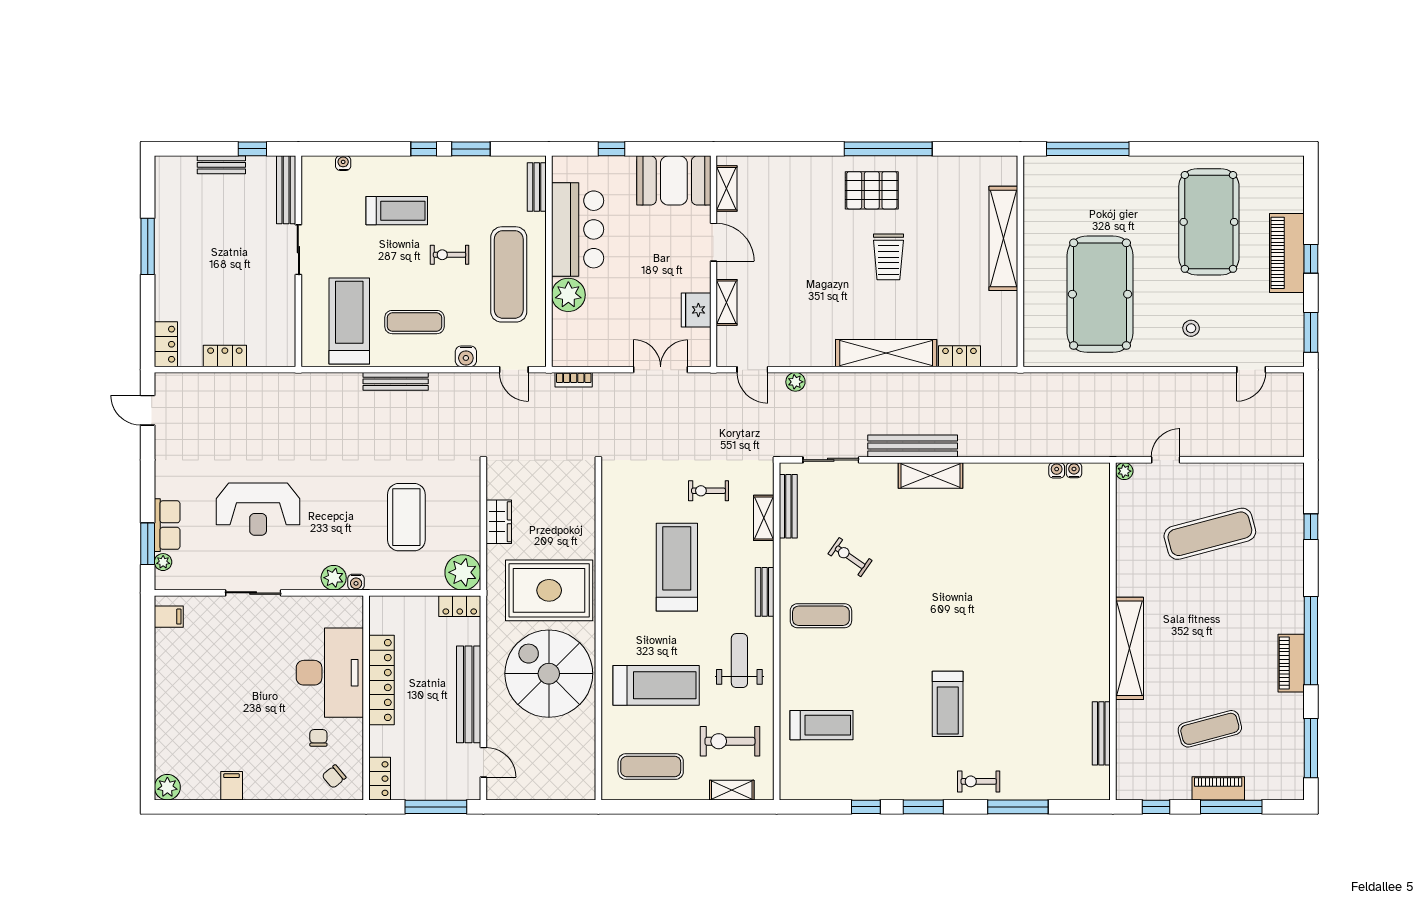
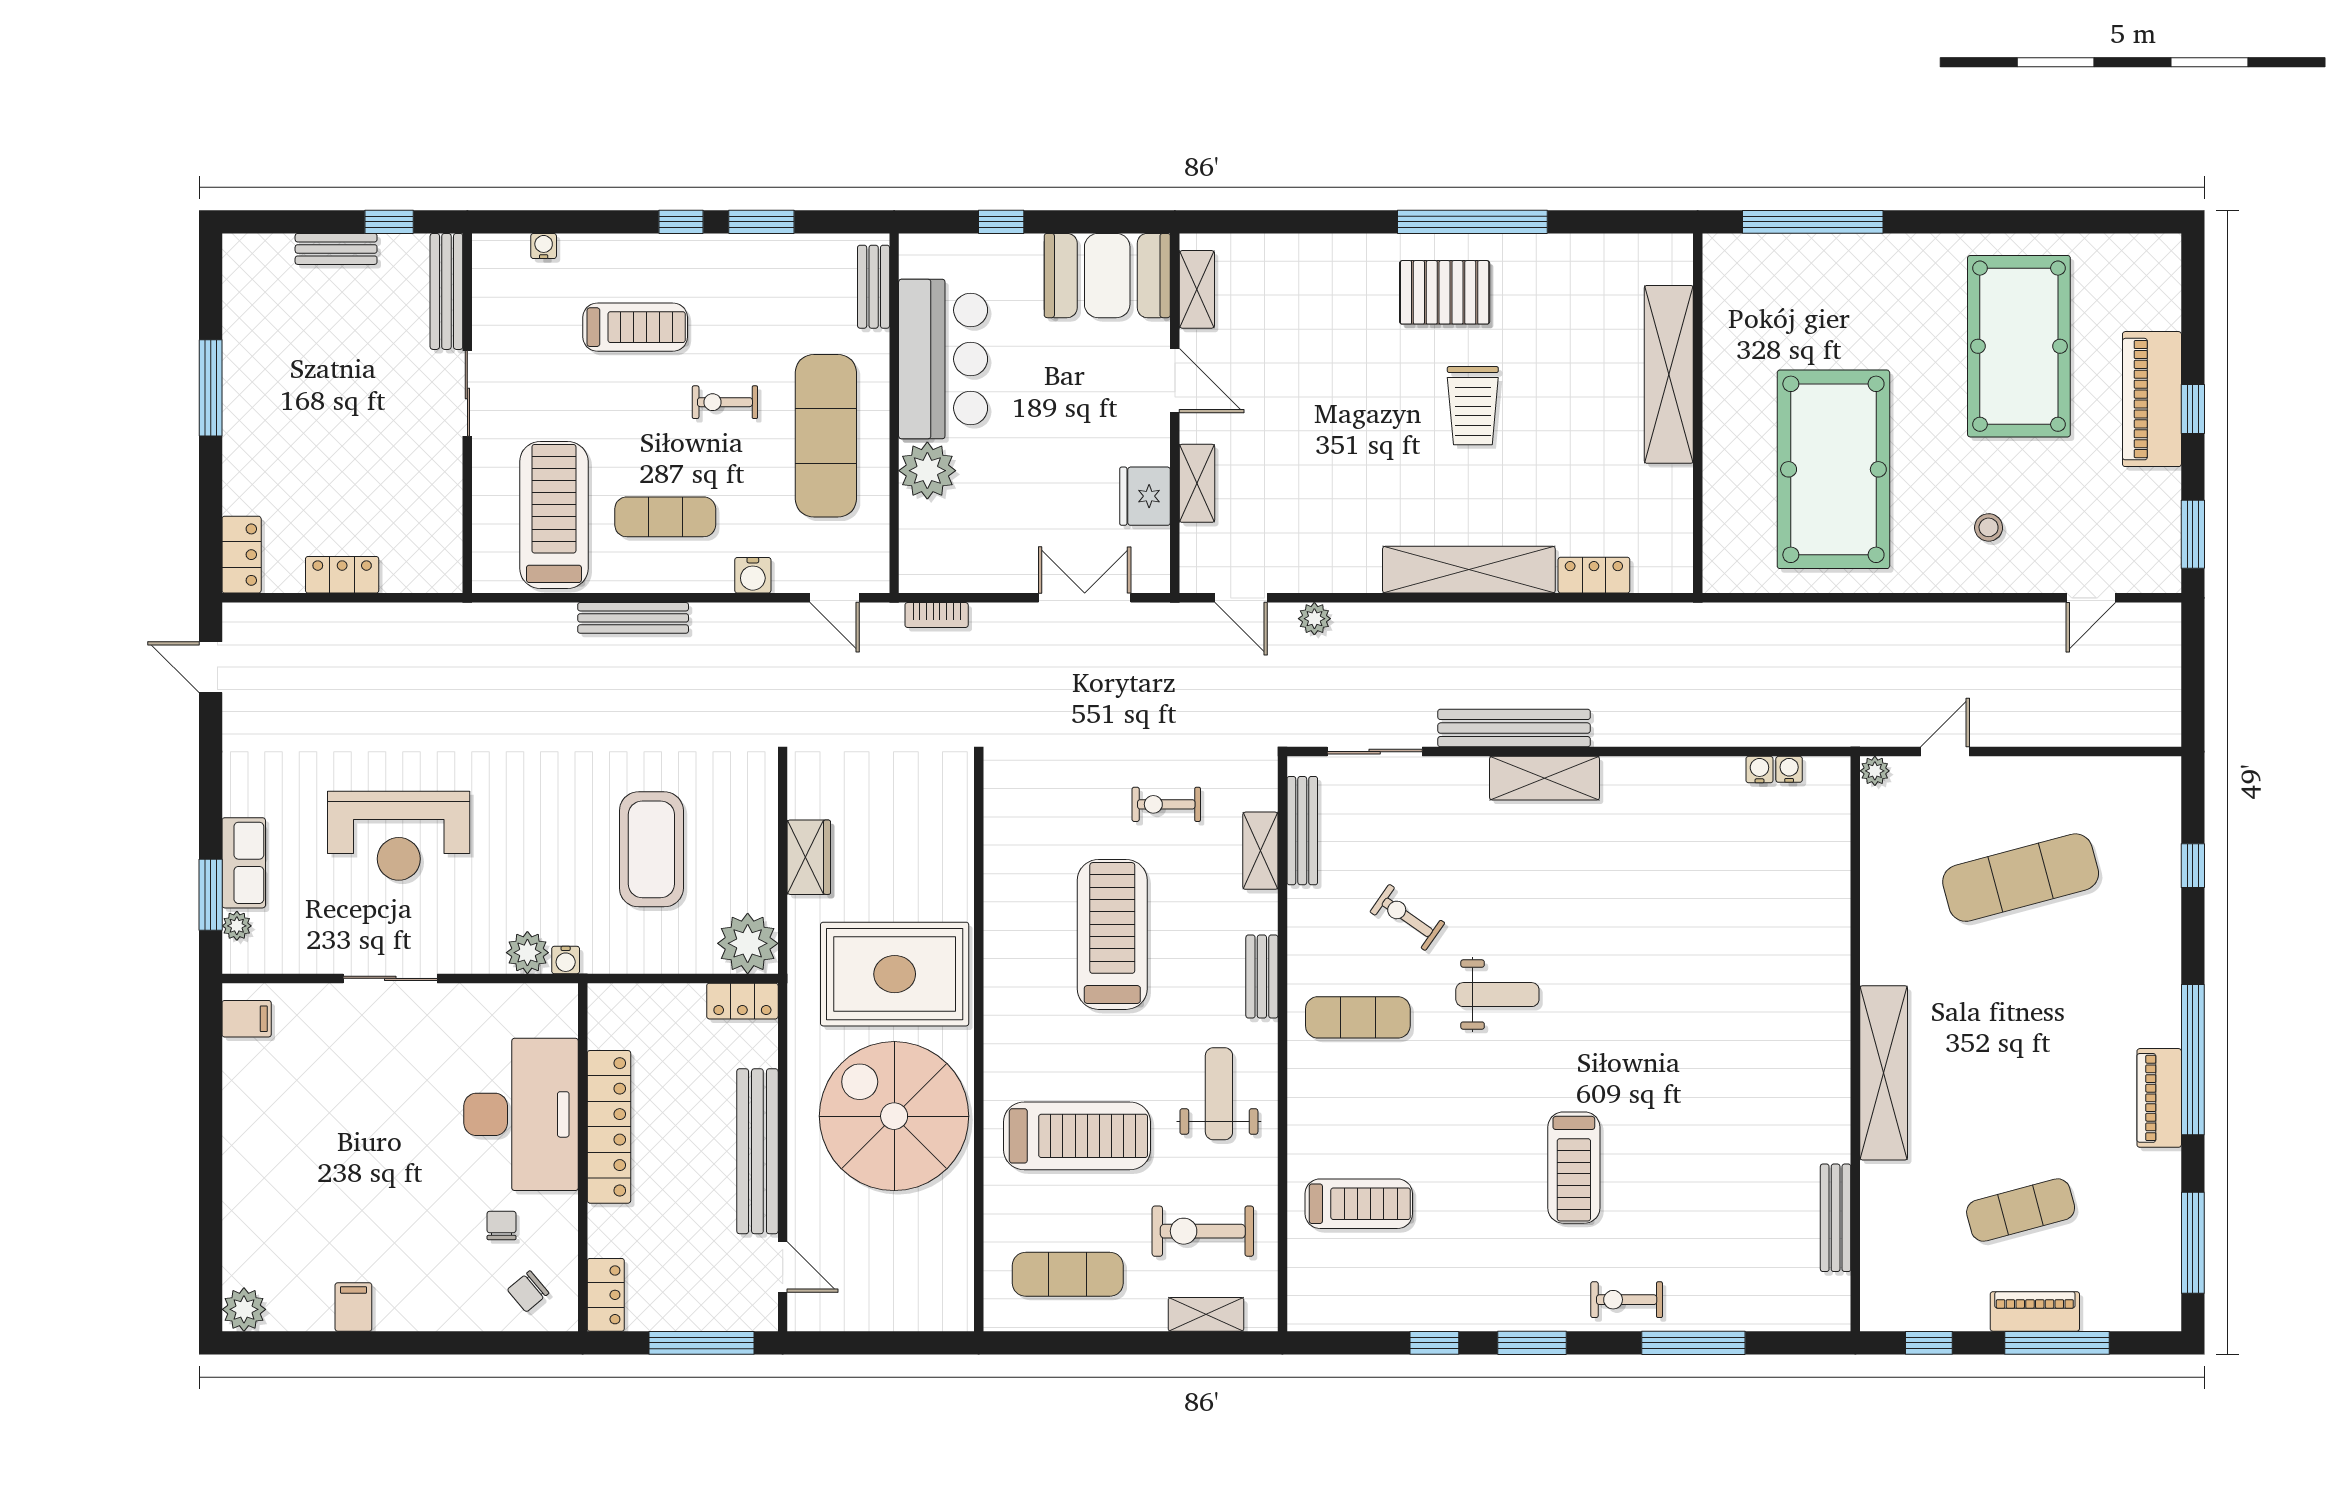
weight bench: (903, 602) -> (1497, 995), added

